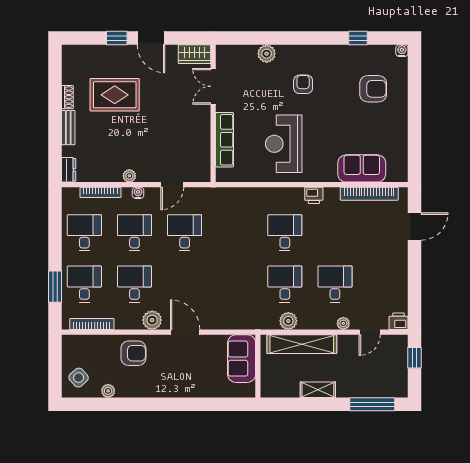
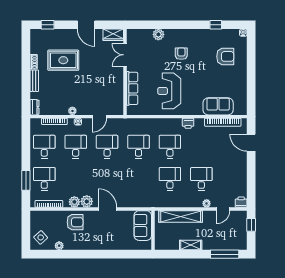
window: (117, 38) -> (48, 25), moved
door: (414, 226) -> (251, 143), swing flipped
desk: (134, 284) -> (138, 147), moved
plant: (288, 321) -> (74, 202), moved

